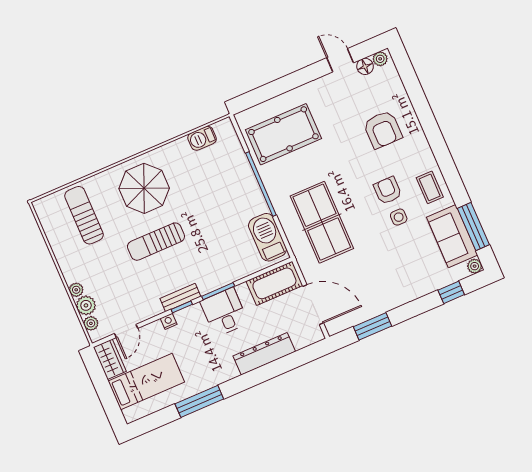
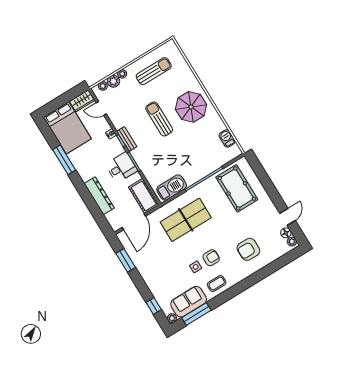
sun lounger: (84, 215) -> (154, 71), moved
bed: (146, 382) -> (67, 128), width x1.50

